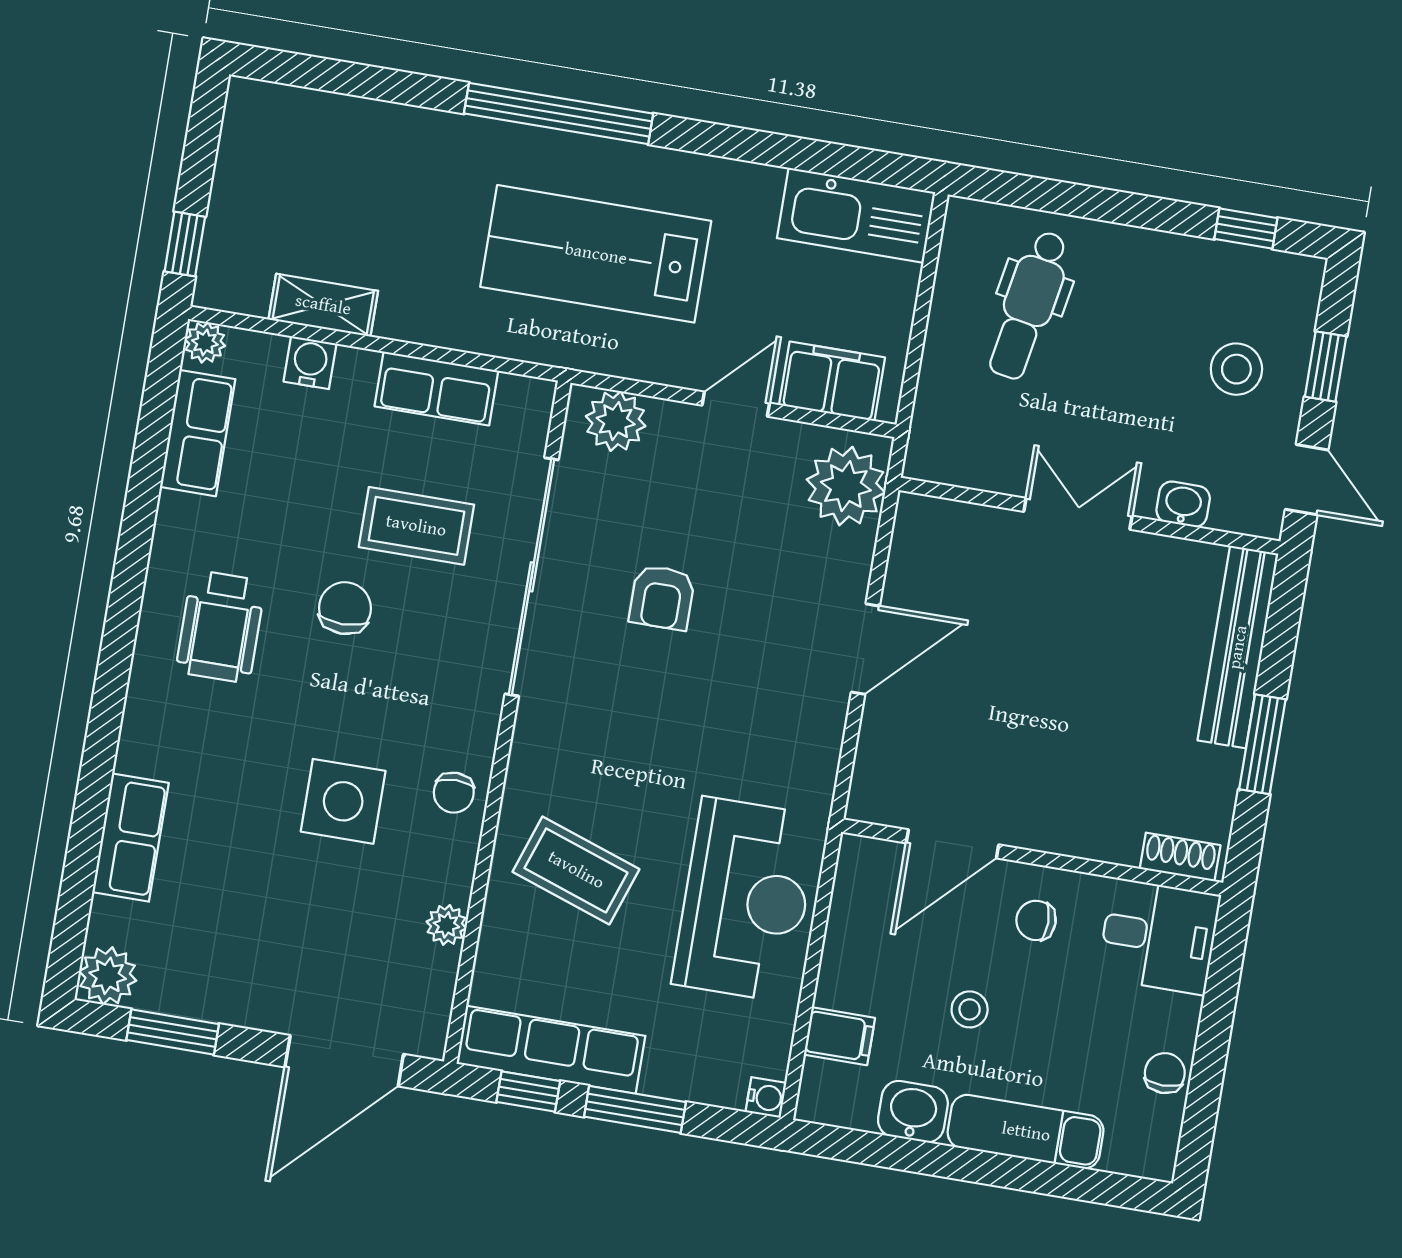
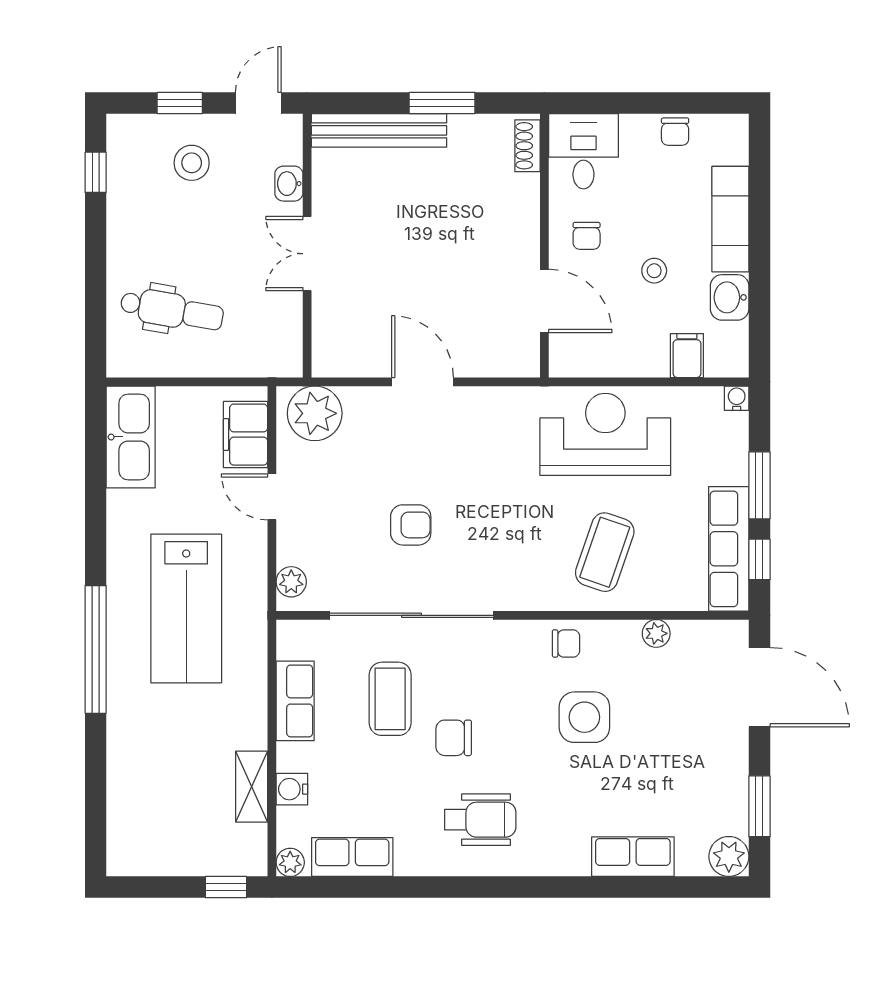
plant: (616, 421) -> (291, 582), width x0.73, depth x0.73
chair: (1165, 1073) -> (675, 132), turned -90

